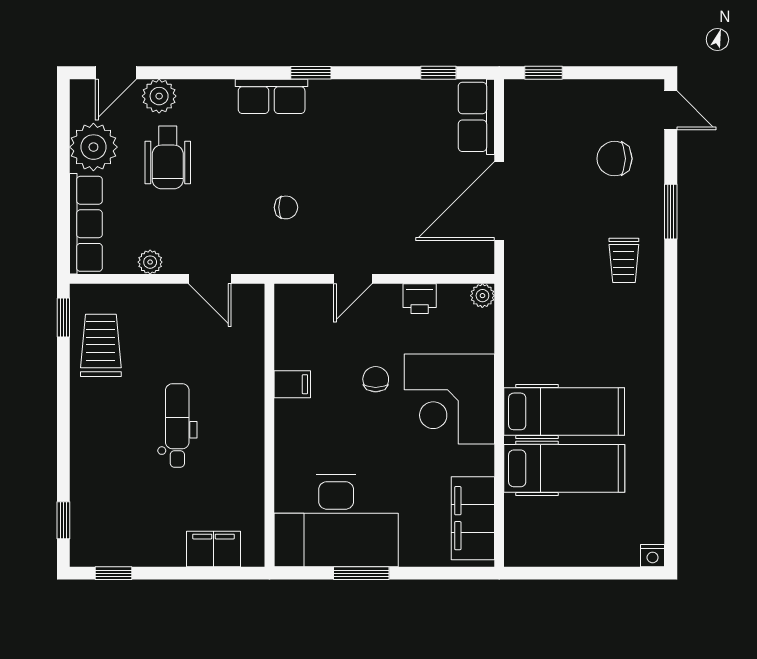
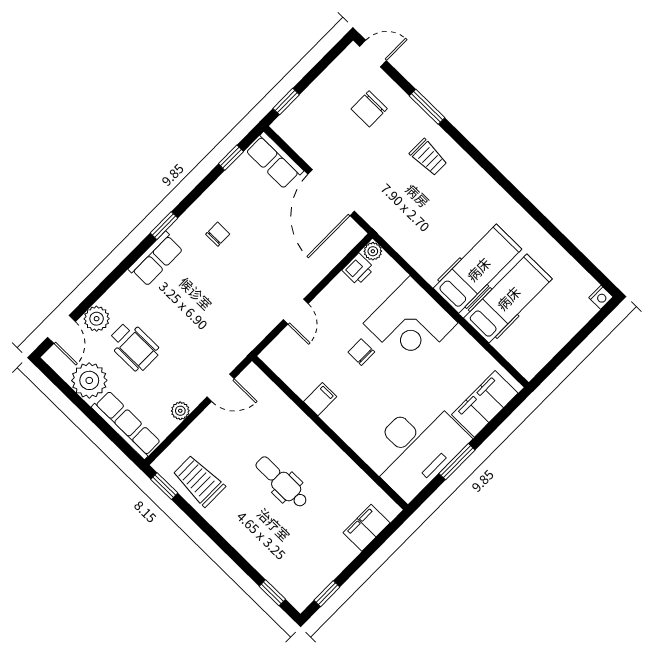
chair: (286, 207) -> (218, 234), moved
printer: (420, 299) -> (358, 269), moved
filing cabinet: (473, 518) -> (485, 404), moved, turned 90

